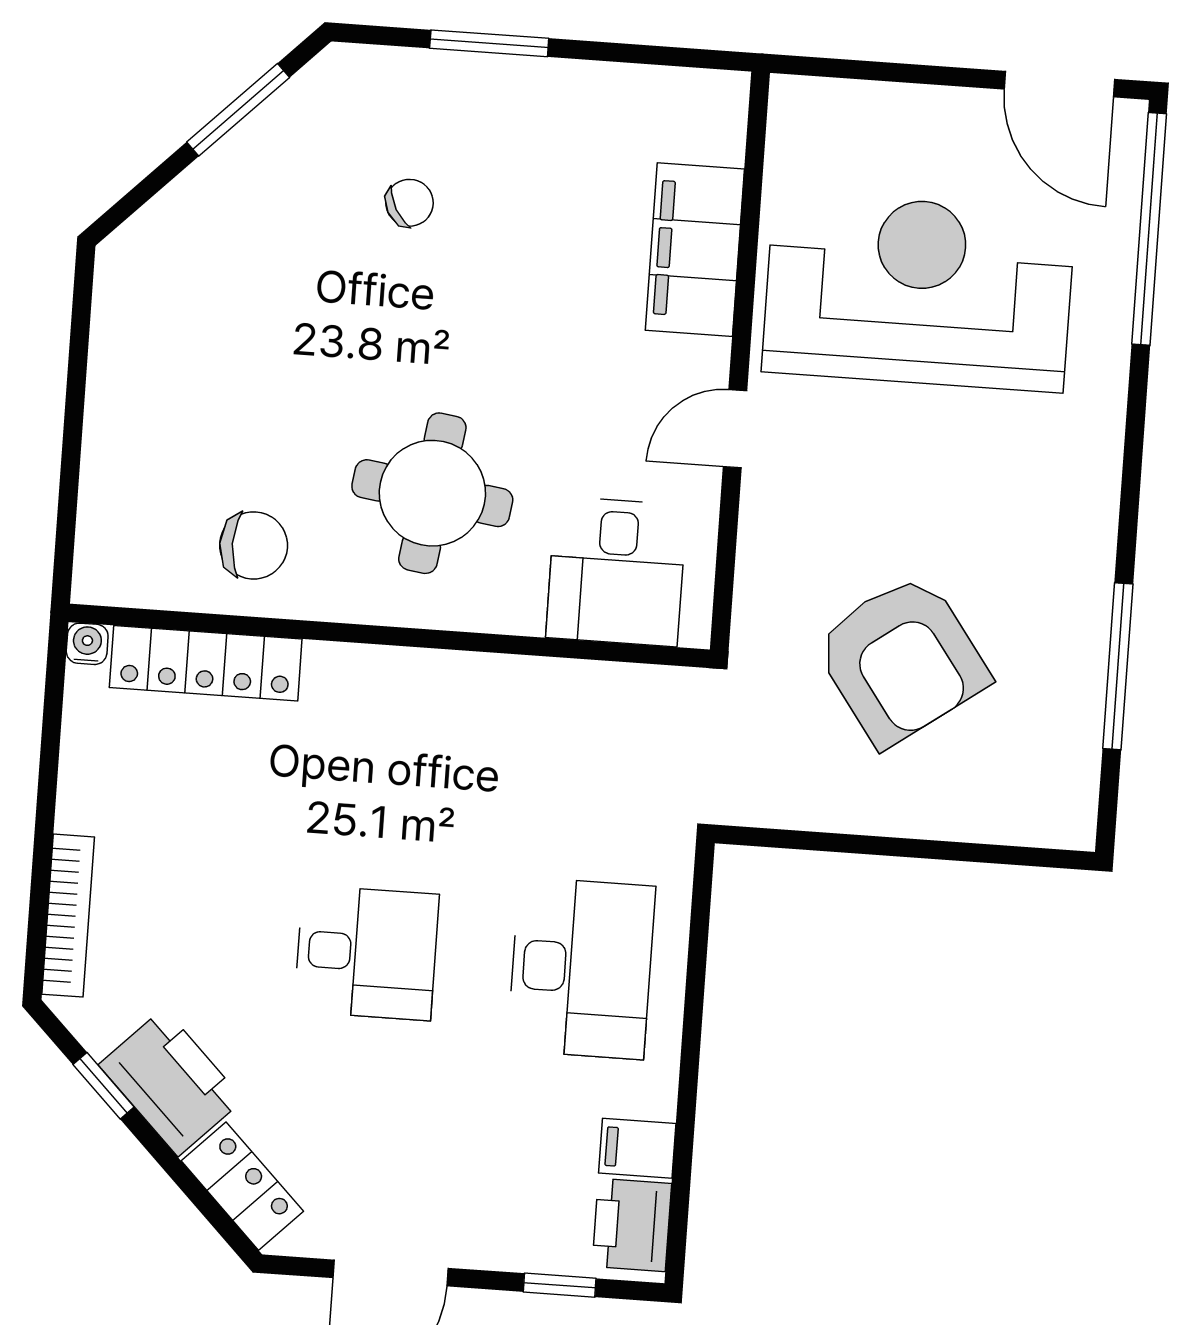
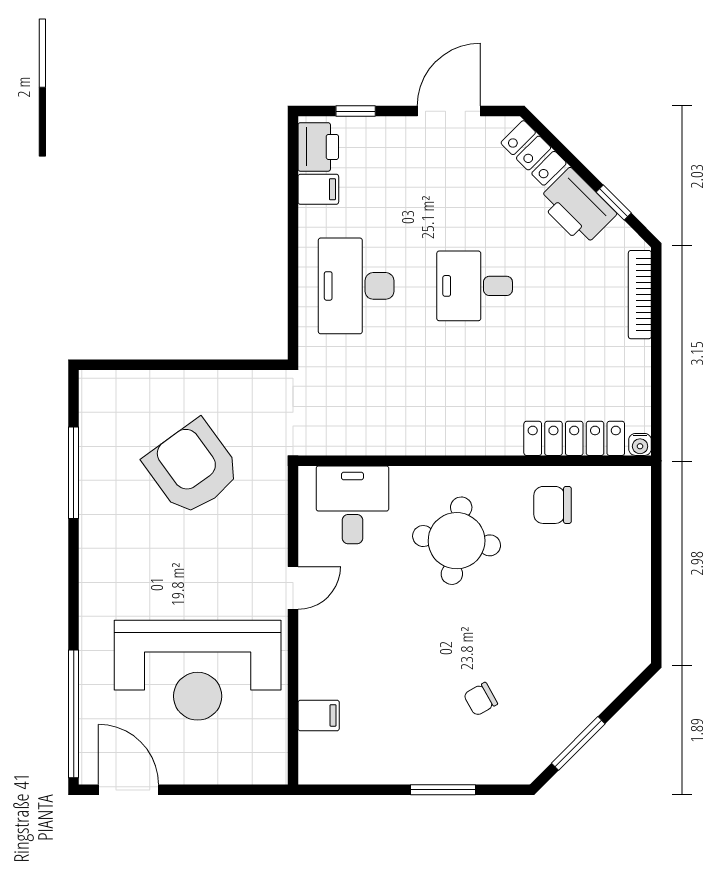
filing cabinet: (695, 250) -> (319, 715), width x0.33, depth x0.86

